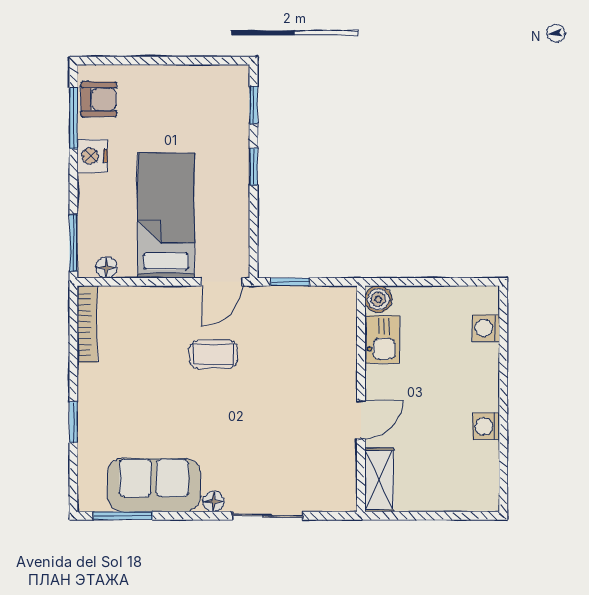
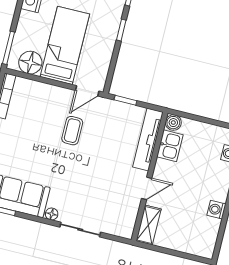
floor lamp: (106, 268) -> (30, 63), width x1.89, depth x1.89
tv unit: (343, 338) -> (148, 140), added
coffee table: (213, 354) -> (72, 131), turned 90

